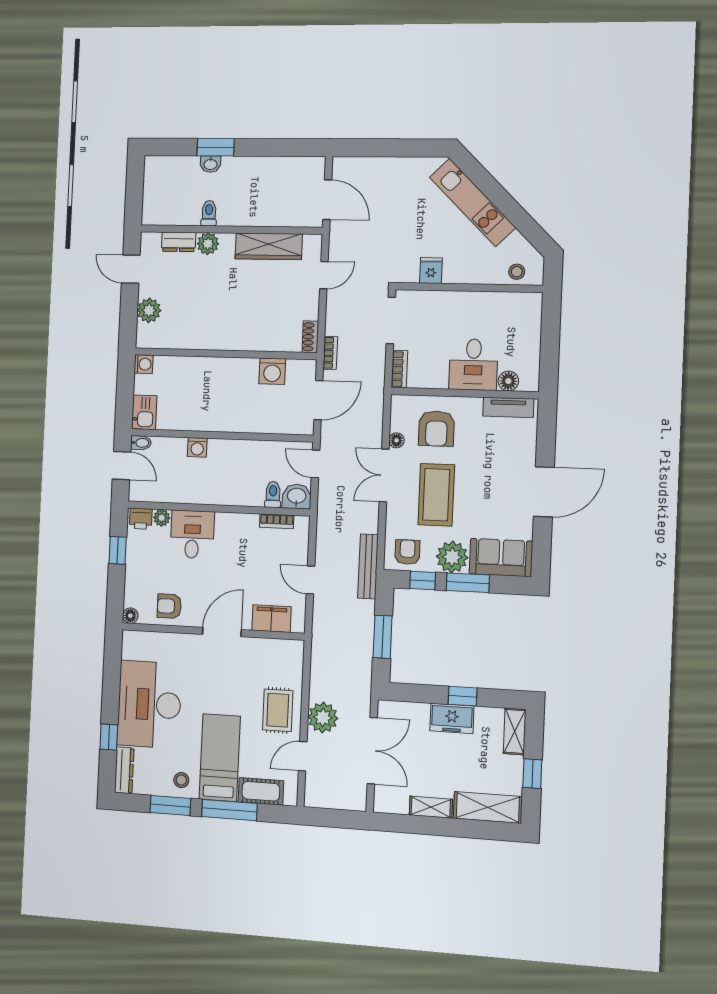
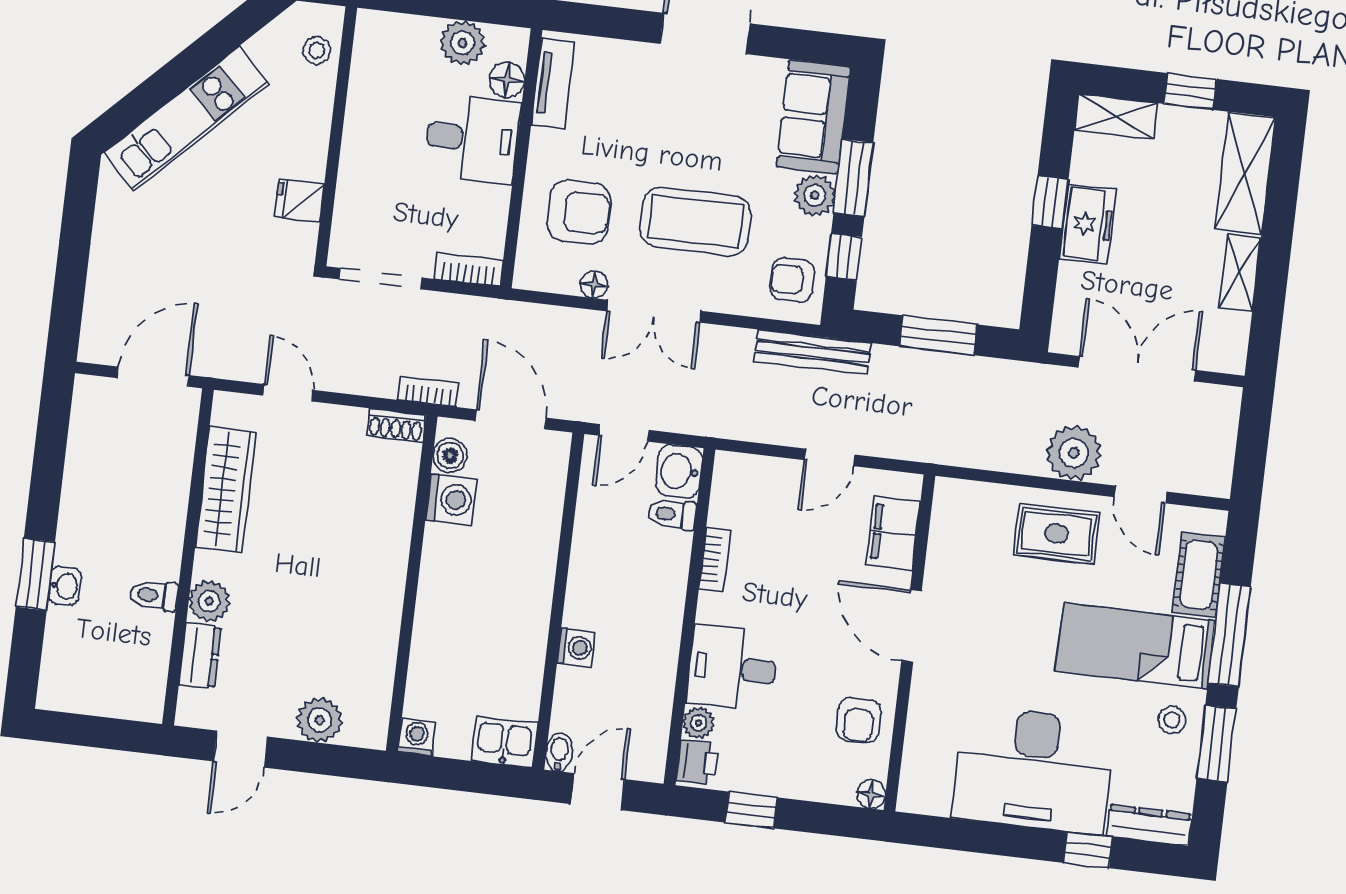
plant: (528, 354) -> (463, 43), added
boiler: (296, 368) -> (450, 455), added
bookcase: (277, 521) -> (715, 560), moved
plant: (452, 557) -> (815, 195), width x0.73, depth x0.73

